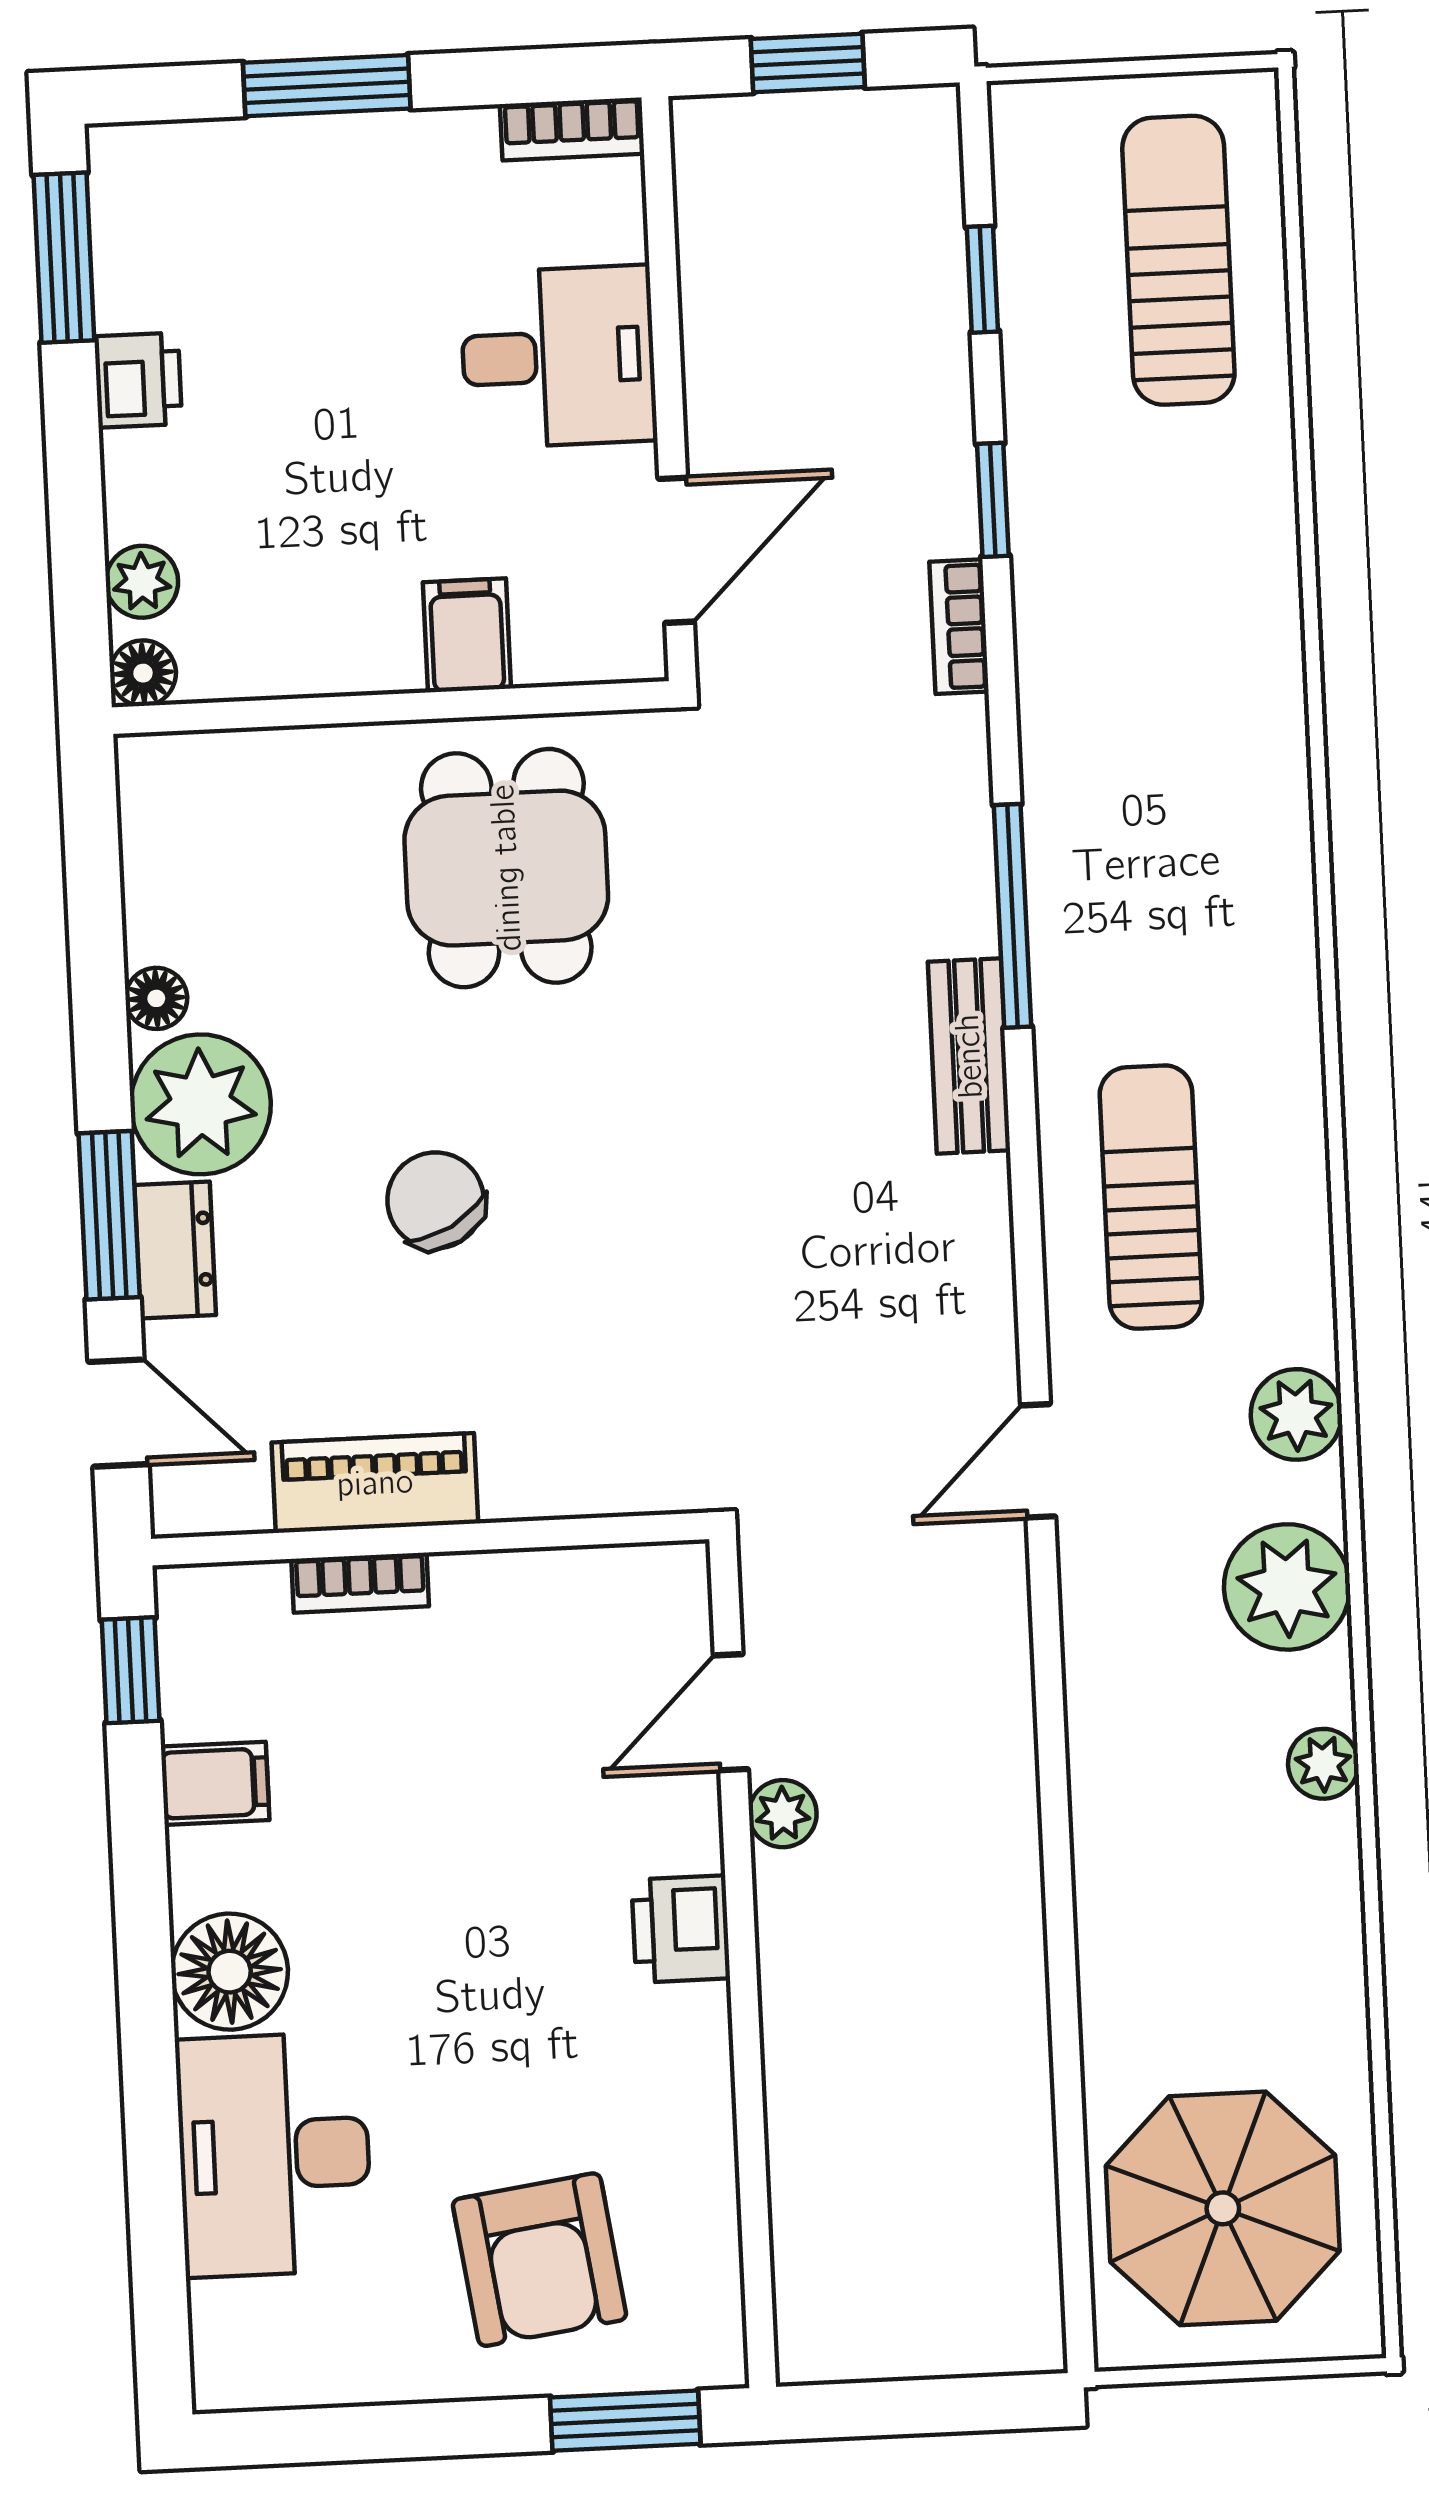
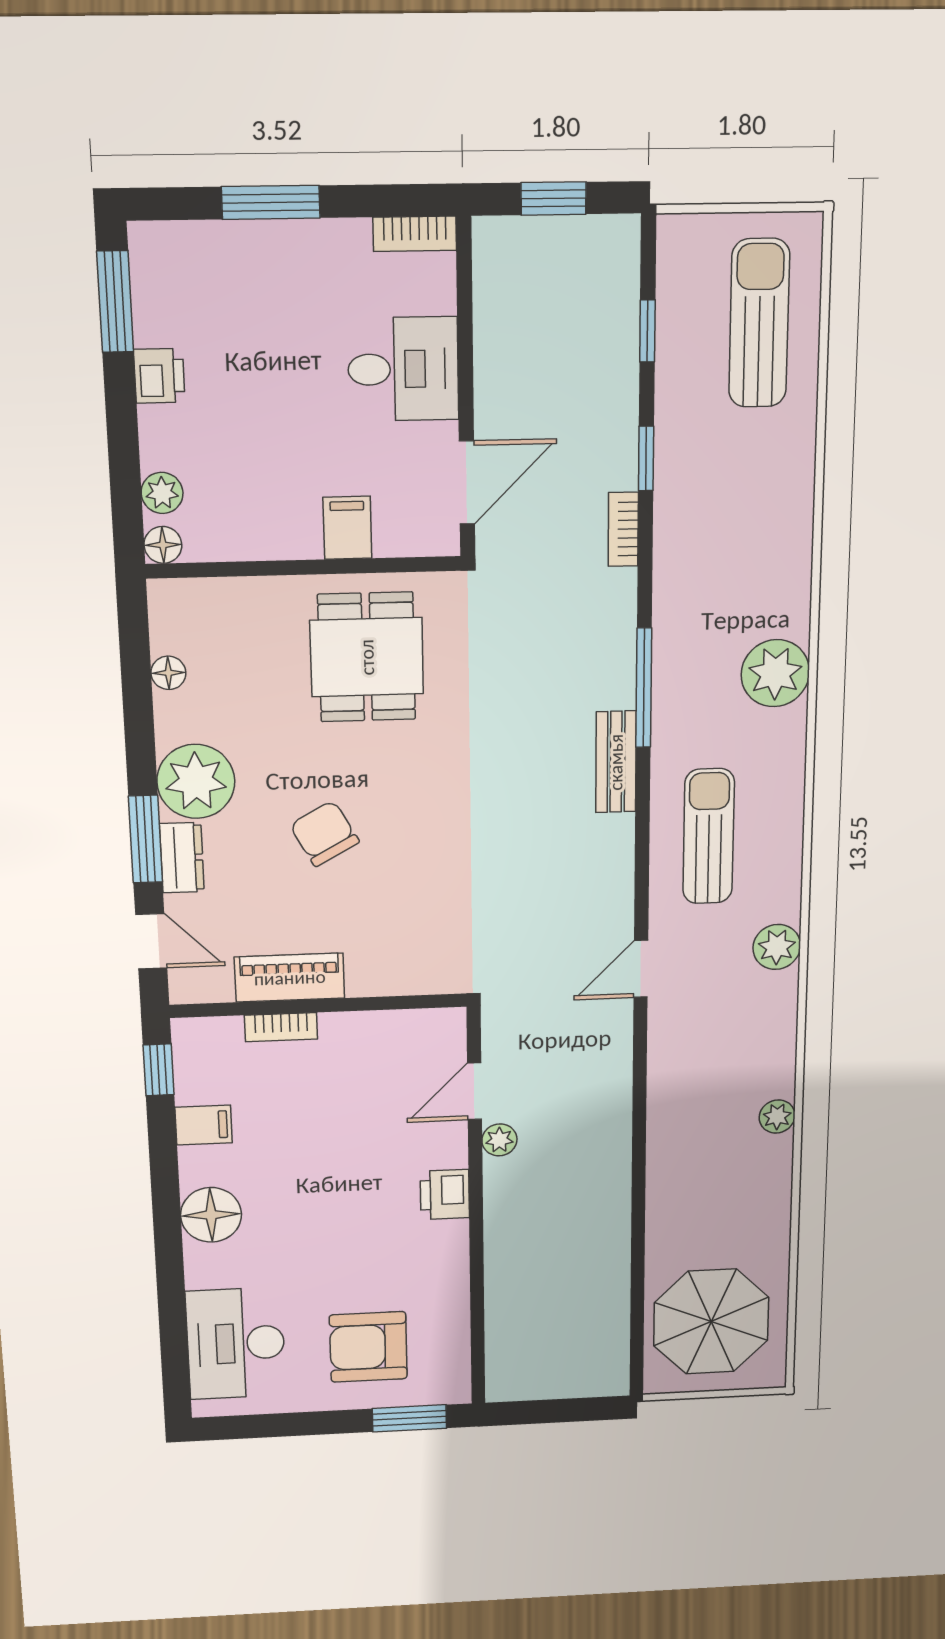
floor lamp: (156, 998) -> (168, 673), moved
plant: (1287, 1587) -> (775, 673), moved
desk: (274, 2155) -> (236, 1343), moved
armchair: (540, 2260) -> (368, 1347), turned 98

